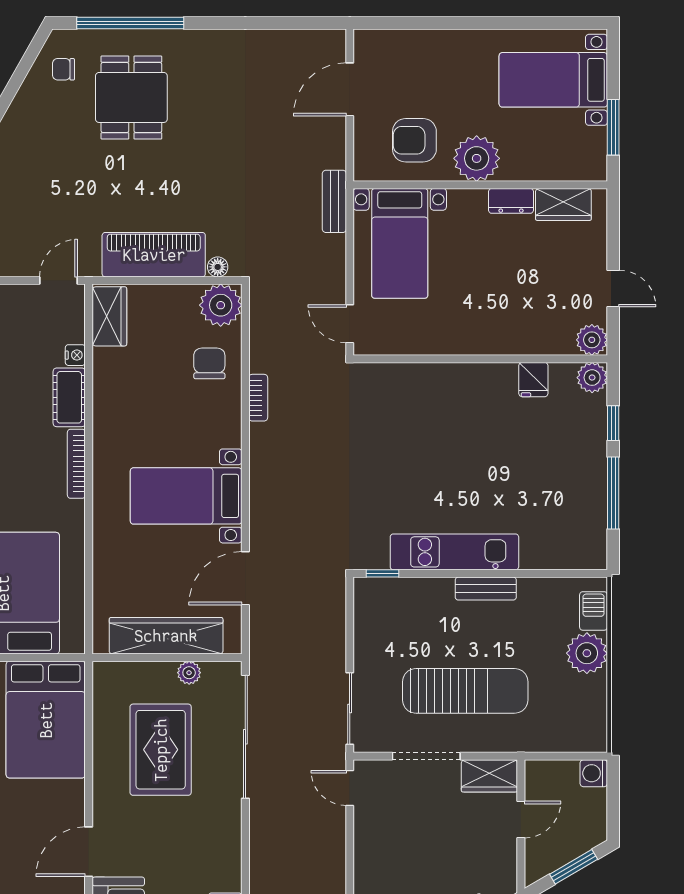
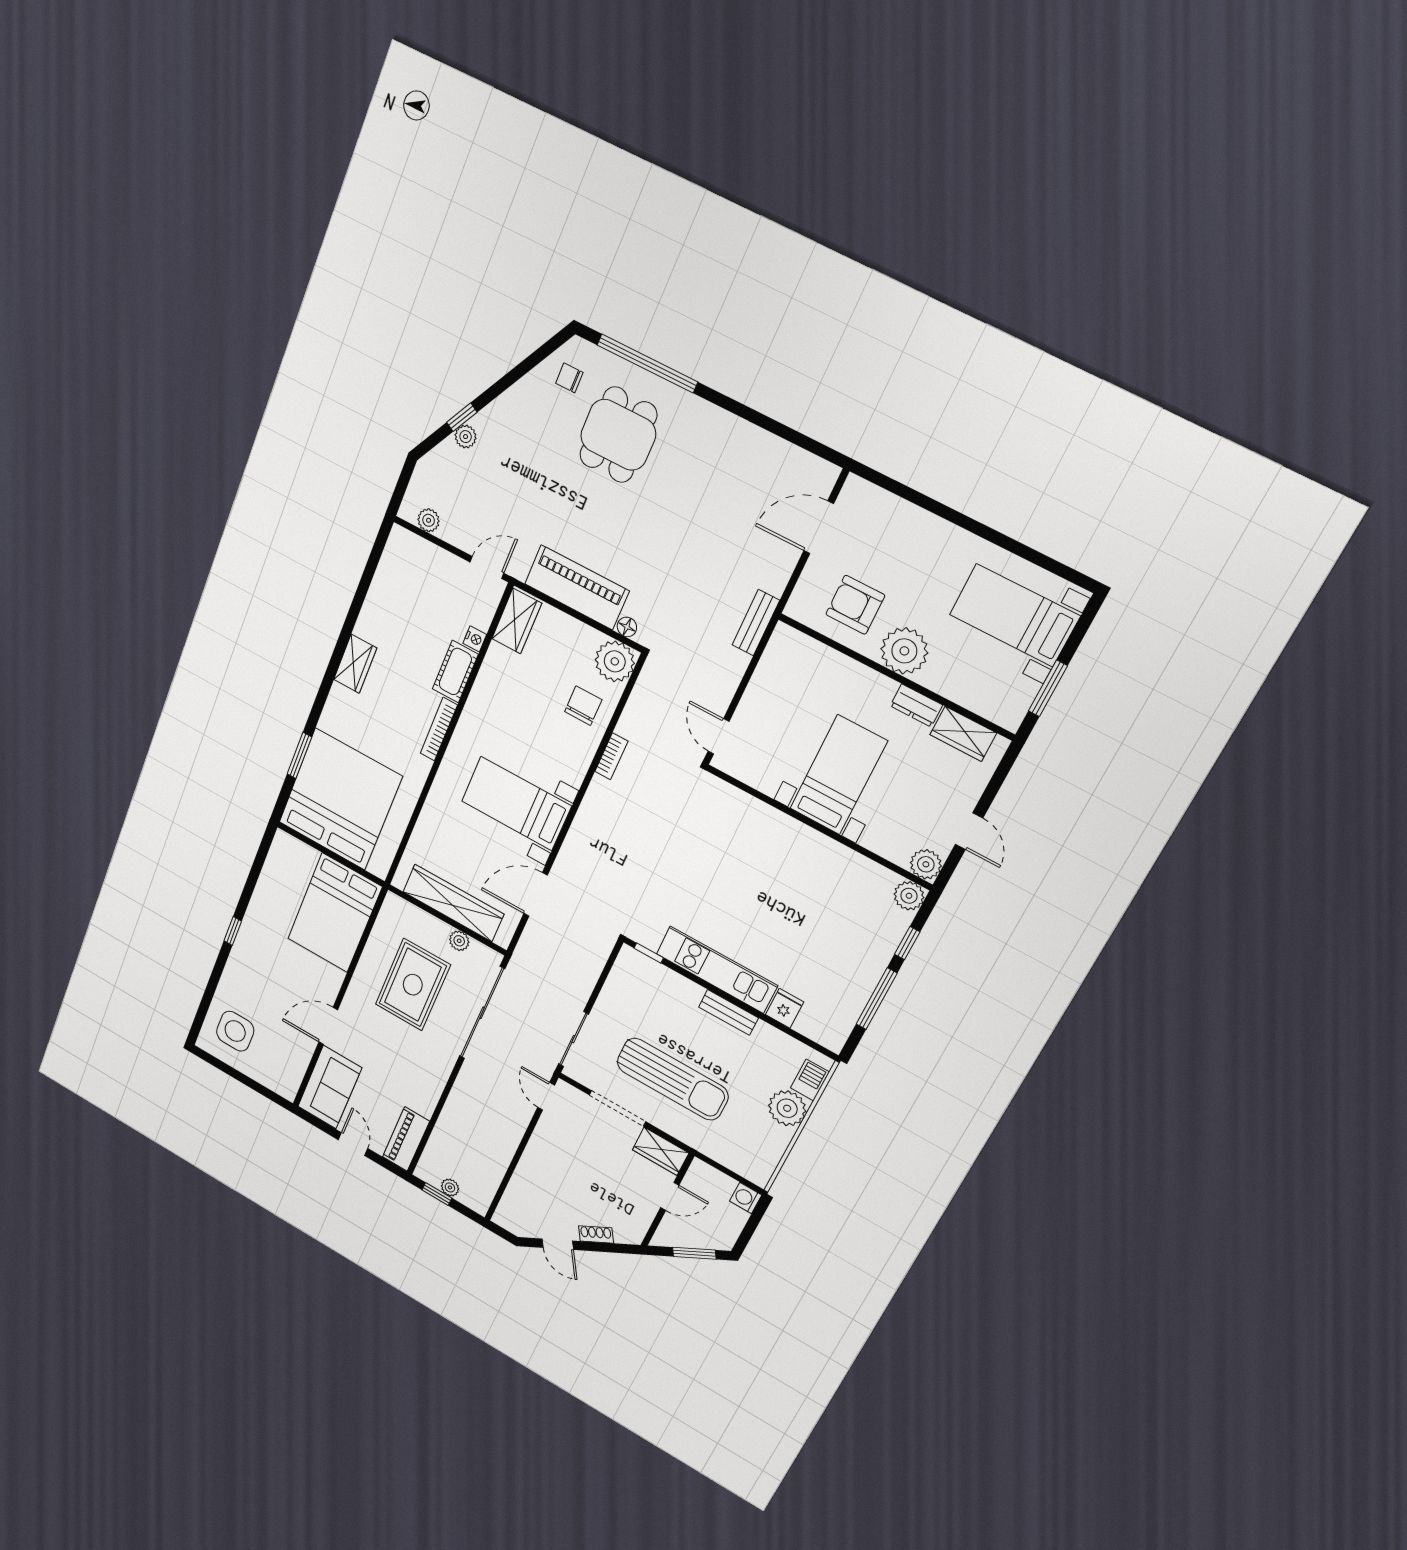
bed with nightstands: (400, 243) -> (838, 775), moved, turned 180
fridge: (533, 380) -> (785, 1008), moved, turned 180

